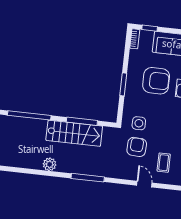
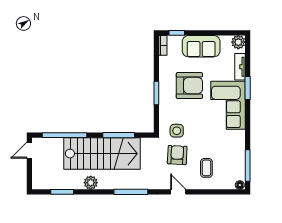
stairs: (74, 133) -> (102, 154), width x1.36, depth x1.51
window: (21, 170) -> (62, 192), added
door: (144, 184) -> (178, 192), moved

